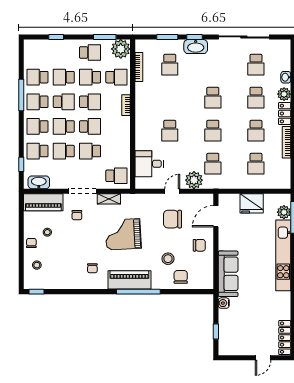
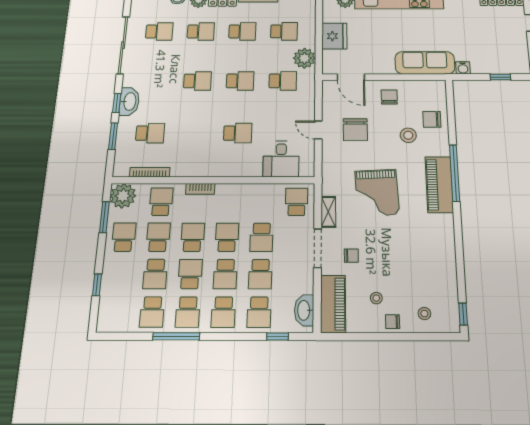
school desk: (90, 77) -> (158, 237), turned 180
plant: (194, 180) -> (304, 58), moved
chair: (92, 268) -> (425, 234), removed

